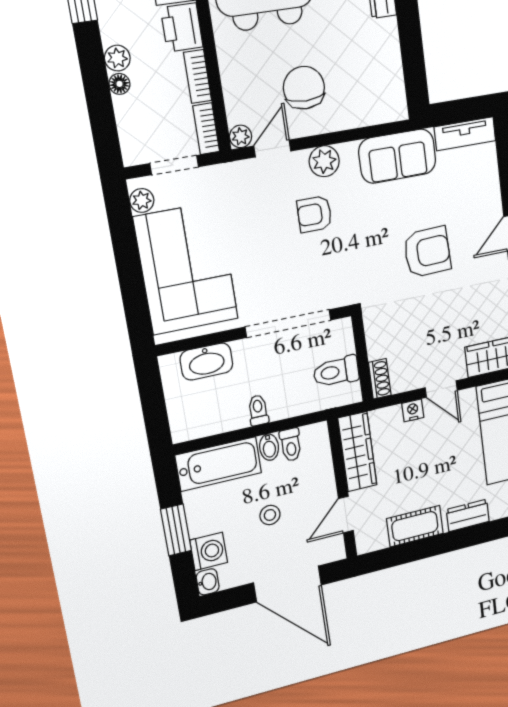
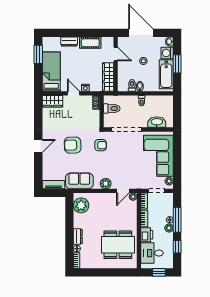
window: (97, 87) -> (177, 220), added
plant: (384, 87) -> (81, 205), added
chair: (304, 88) -> (109, 209), removed
armchair: (314, 214) -> (101, 145), moved
bathtub: (218, 464) -> (166, 74), moved, turned -90
door: (346, 515) -> (116, 54), hinge flipped

